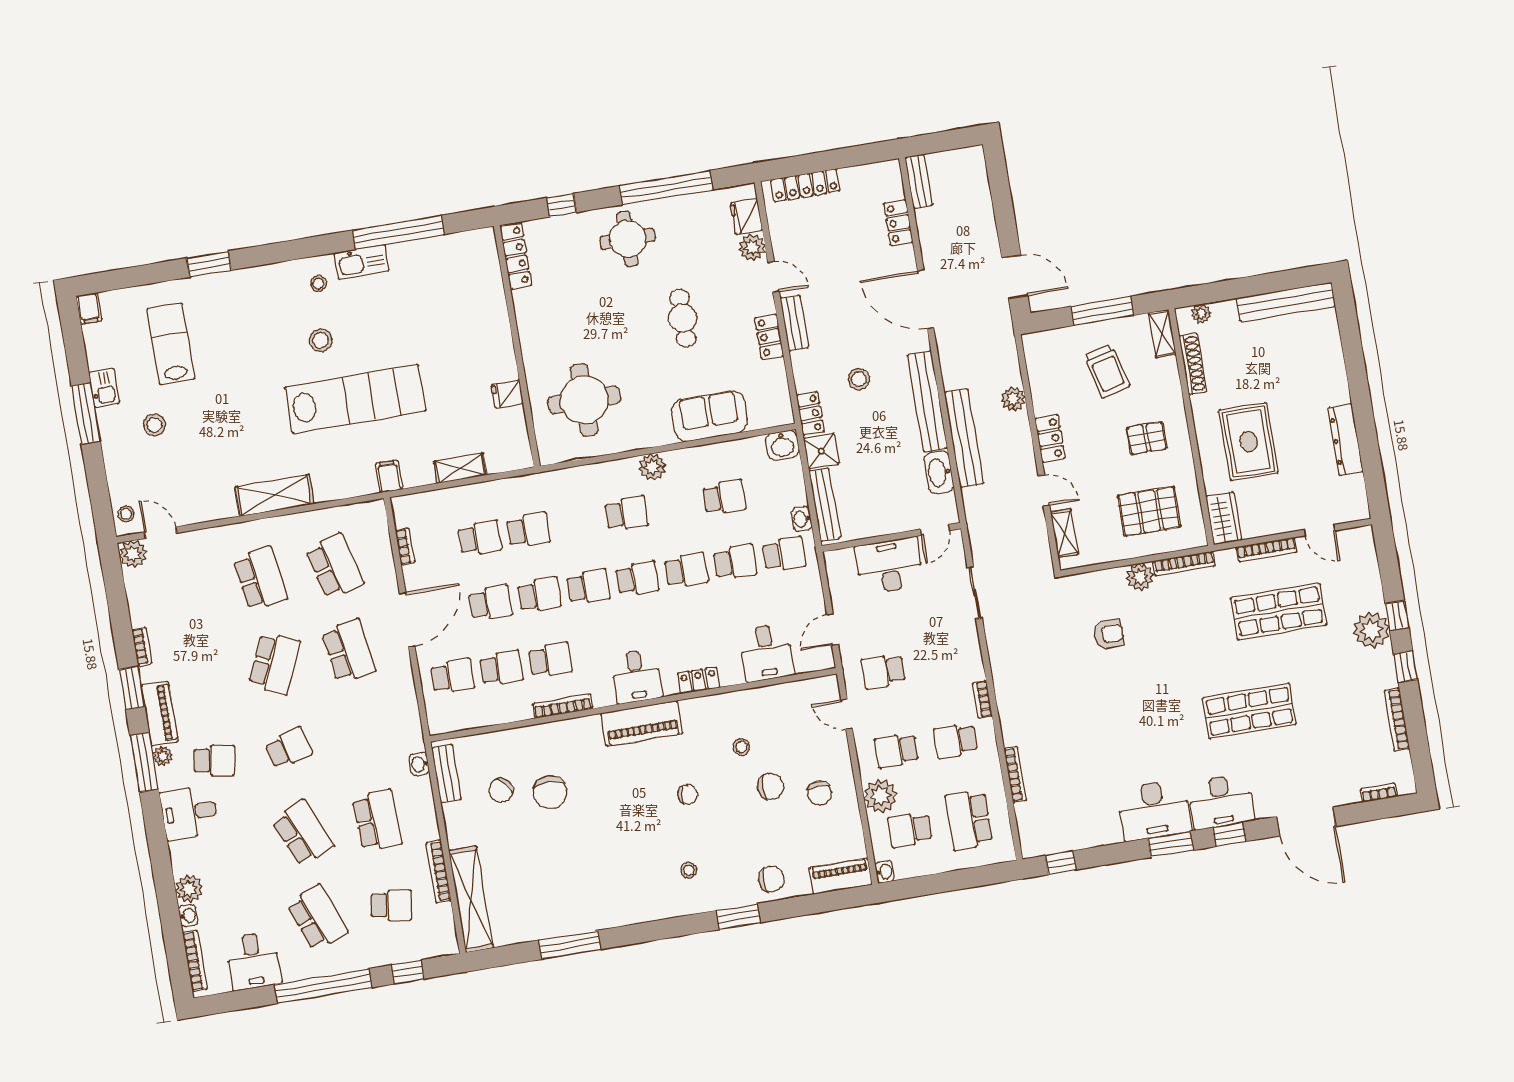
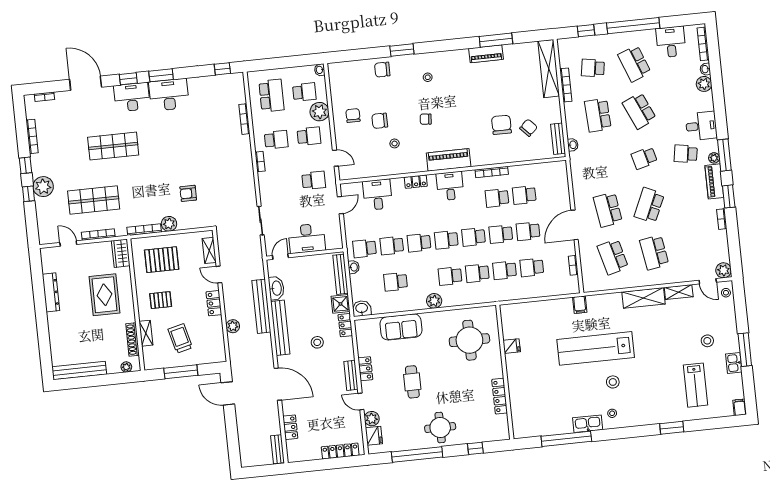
locker: (516, 256) -> (500, 396), moved
shelving: (1162, 334) -> (146, 333), moved
shelving: (460, 468) -> (679, 292), moved
school desk: (452, 676) -> (477, 273), moved
piano: (840, 876) -> (486, 54), moved

